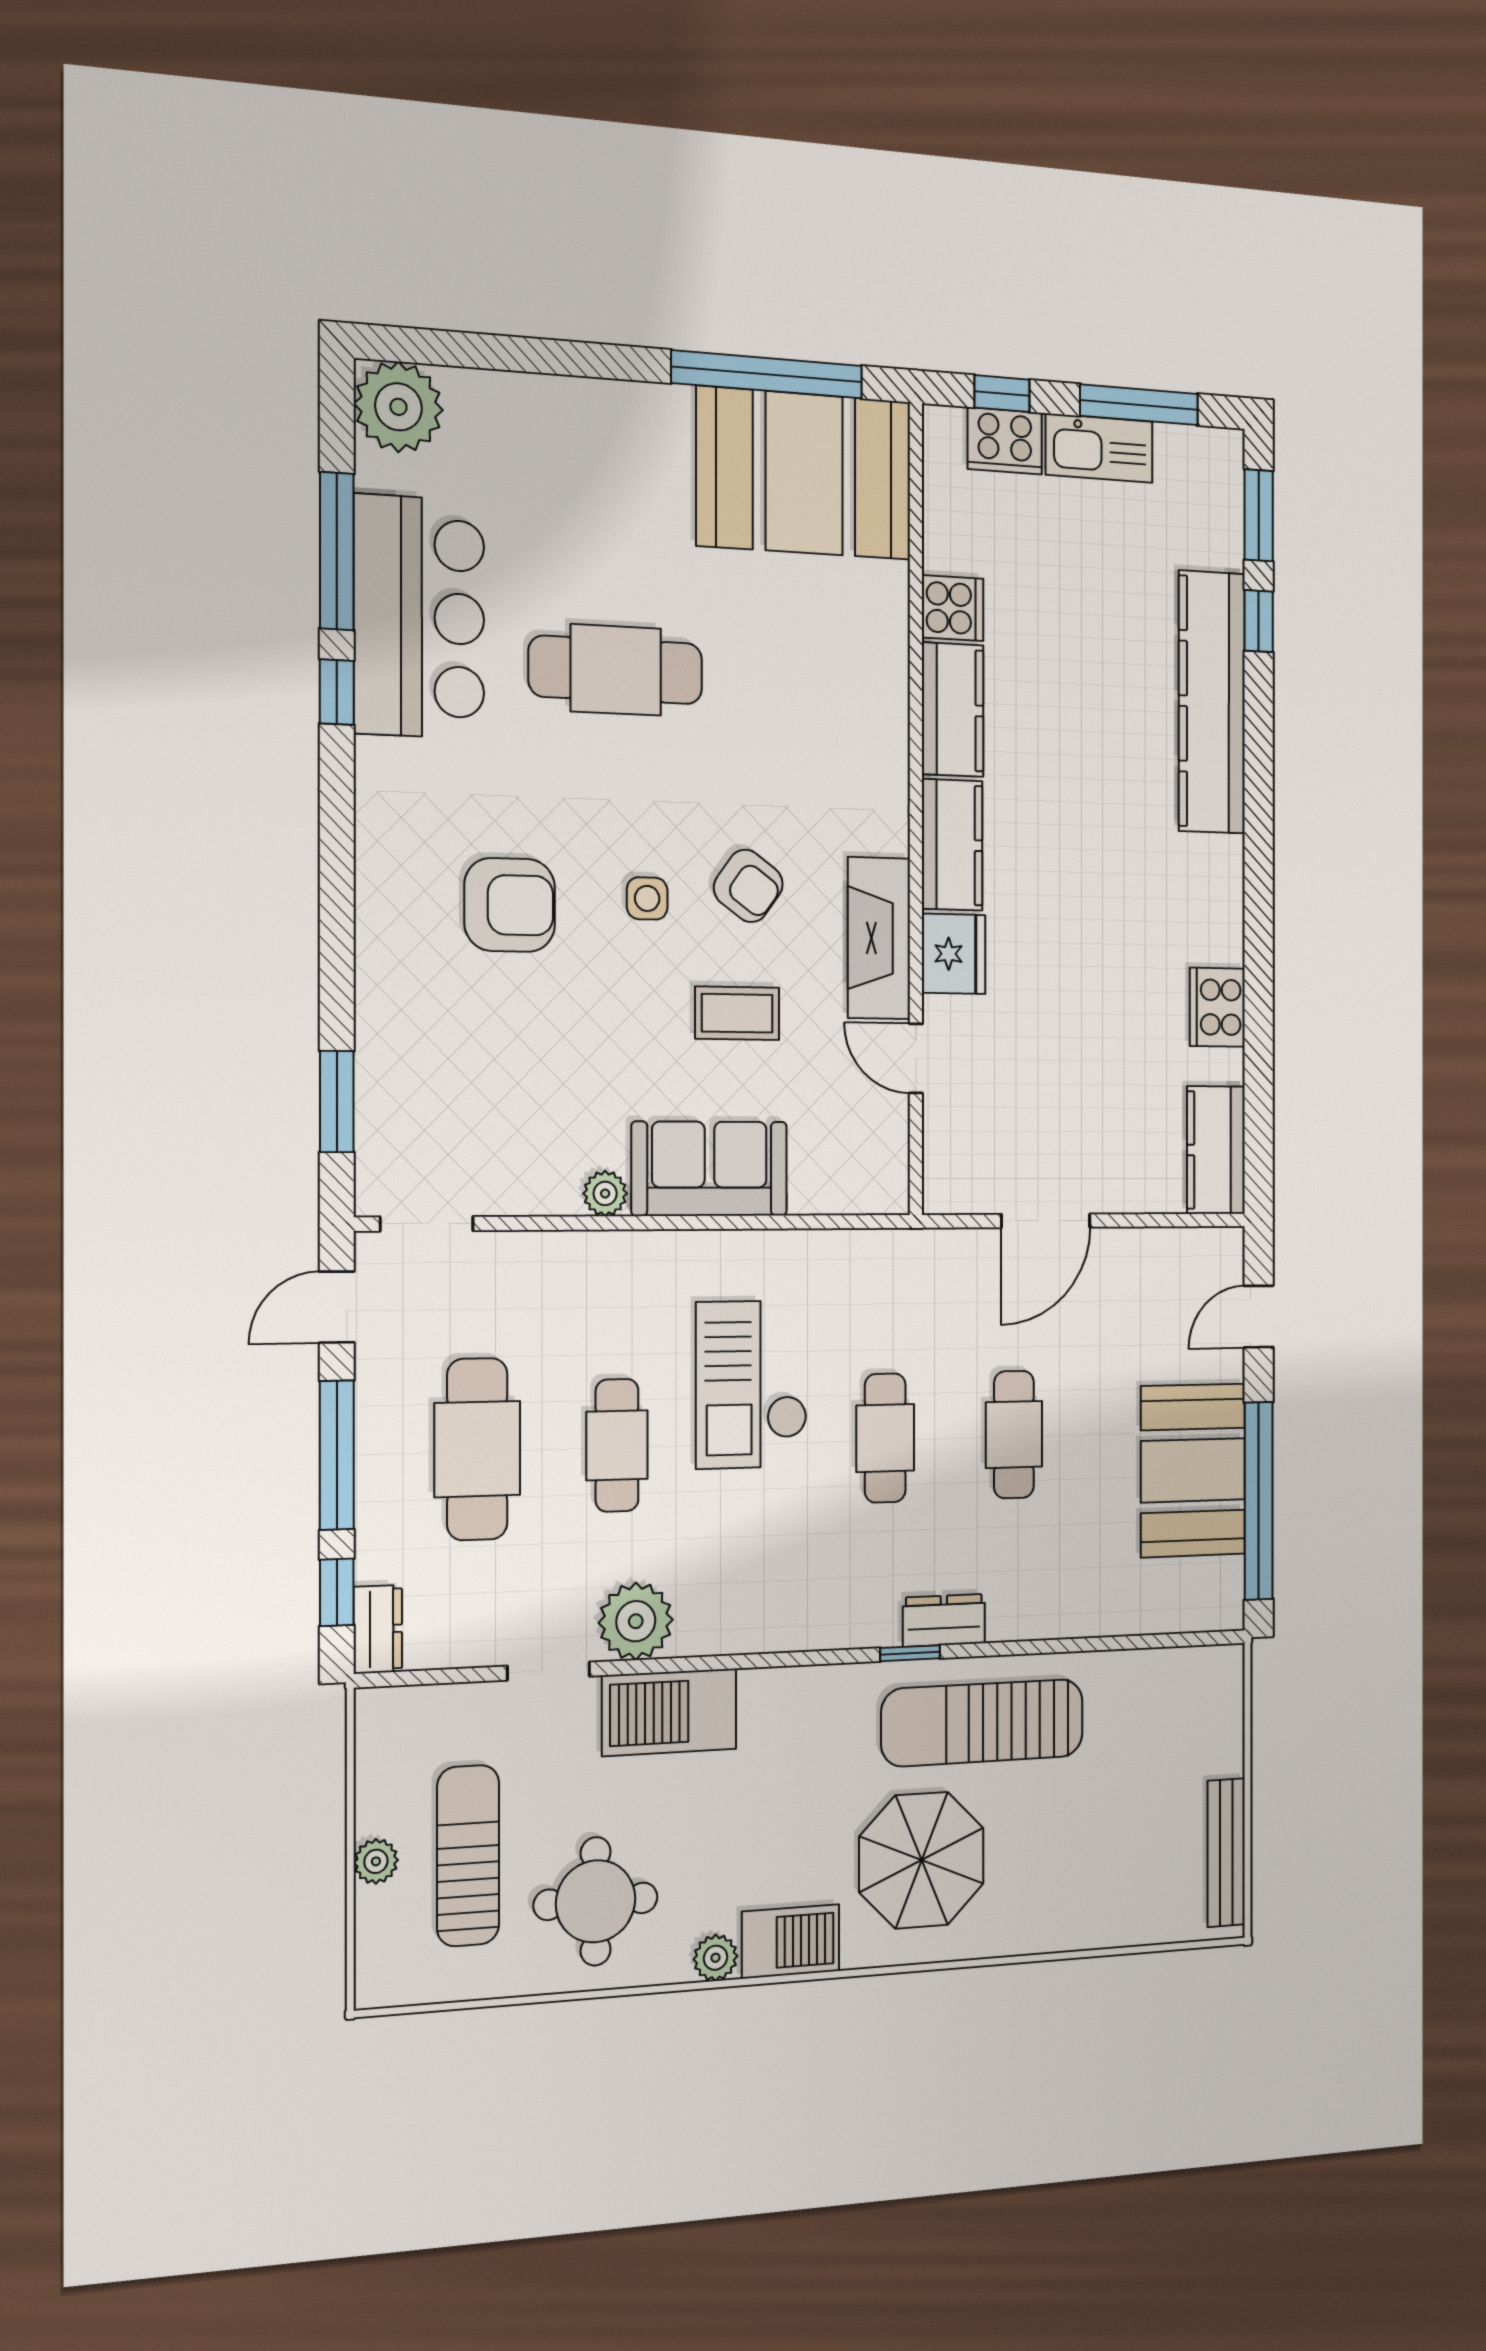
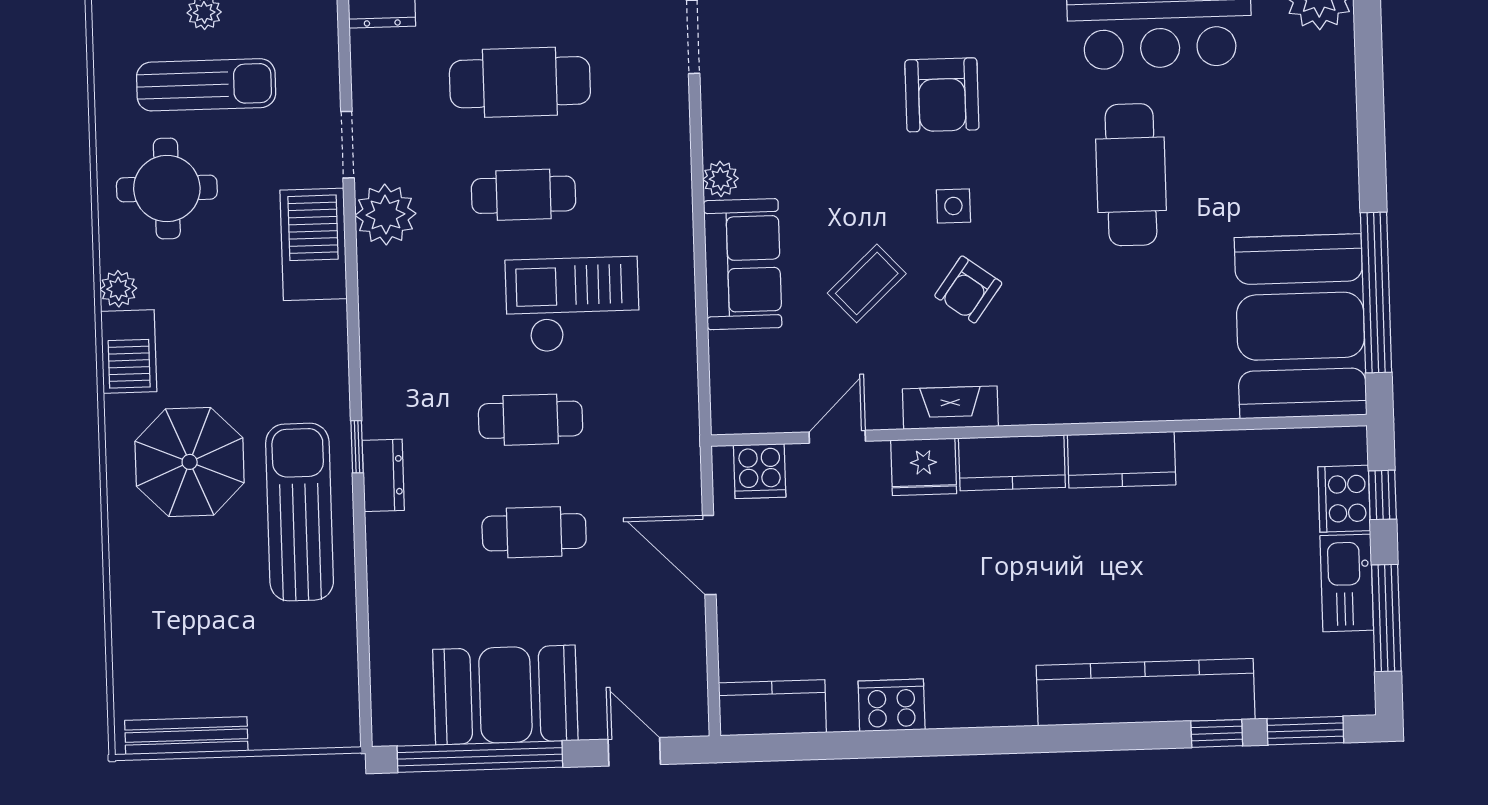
cooker: (953, 608) -> (760, 471), moved
fireplace: (879, 938) -> (950, 408), width x0.73, depth x0.76
coffee table: (737, 1013) -> (867, 283), turned 47

